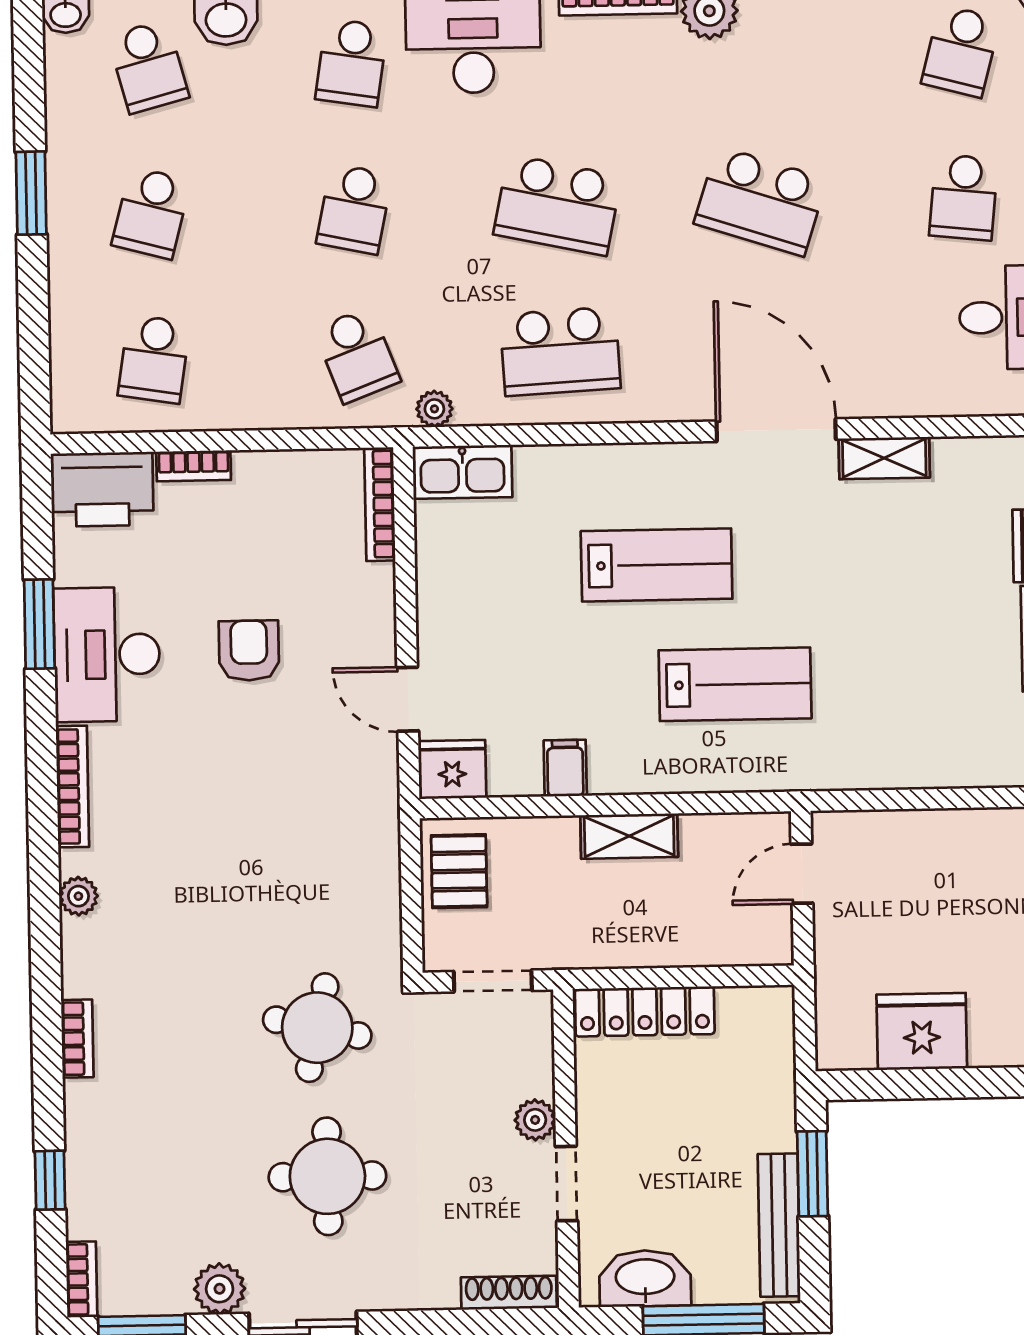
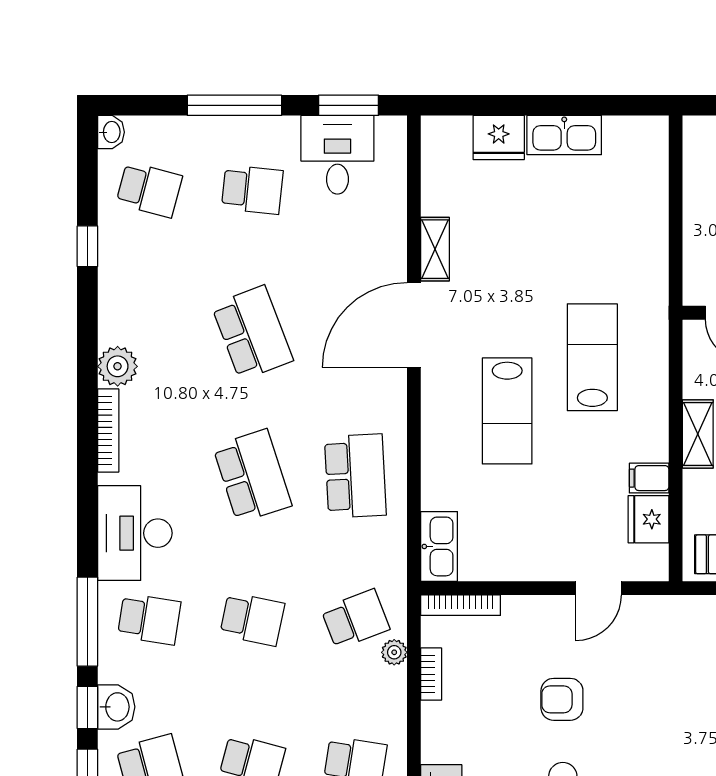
school desk: (761, 201) -> (252, 333), turned -39
school desk: (557, 205) -> (252, 476), turned -30
plant: (434, 409) -> (394, 652), moved
bookcase: (194, 466) -> (431, 674), moved
lab bench: (657, 565) -> (507, 411), turned 180
fridge: (452, 769) -> (649, 519), moved

